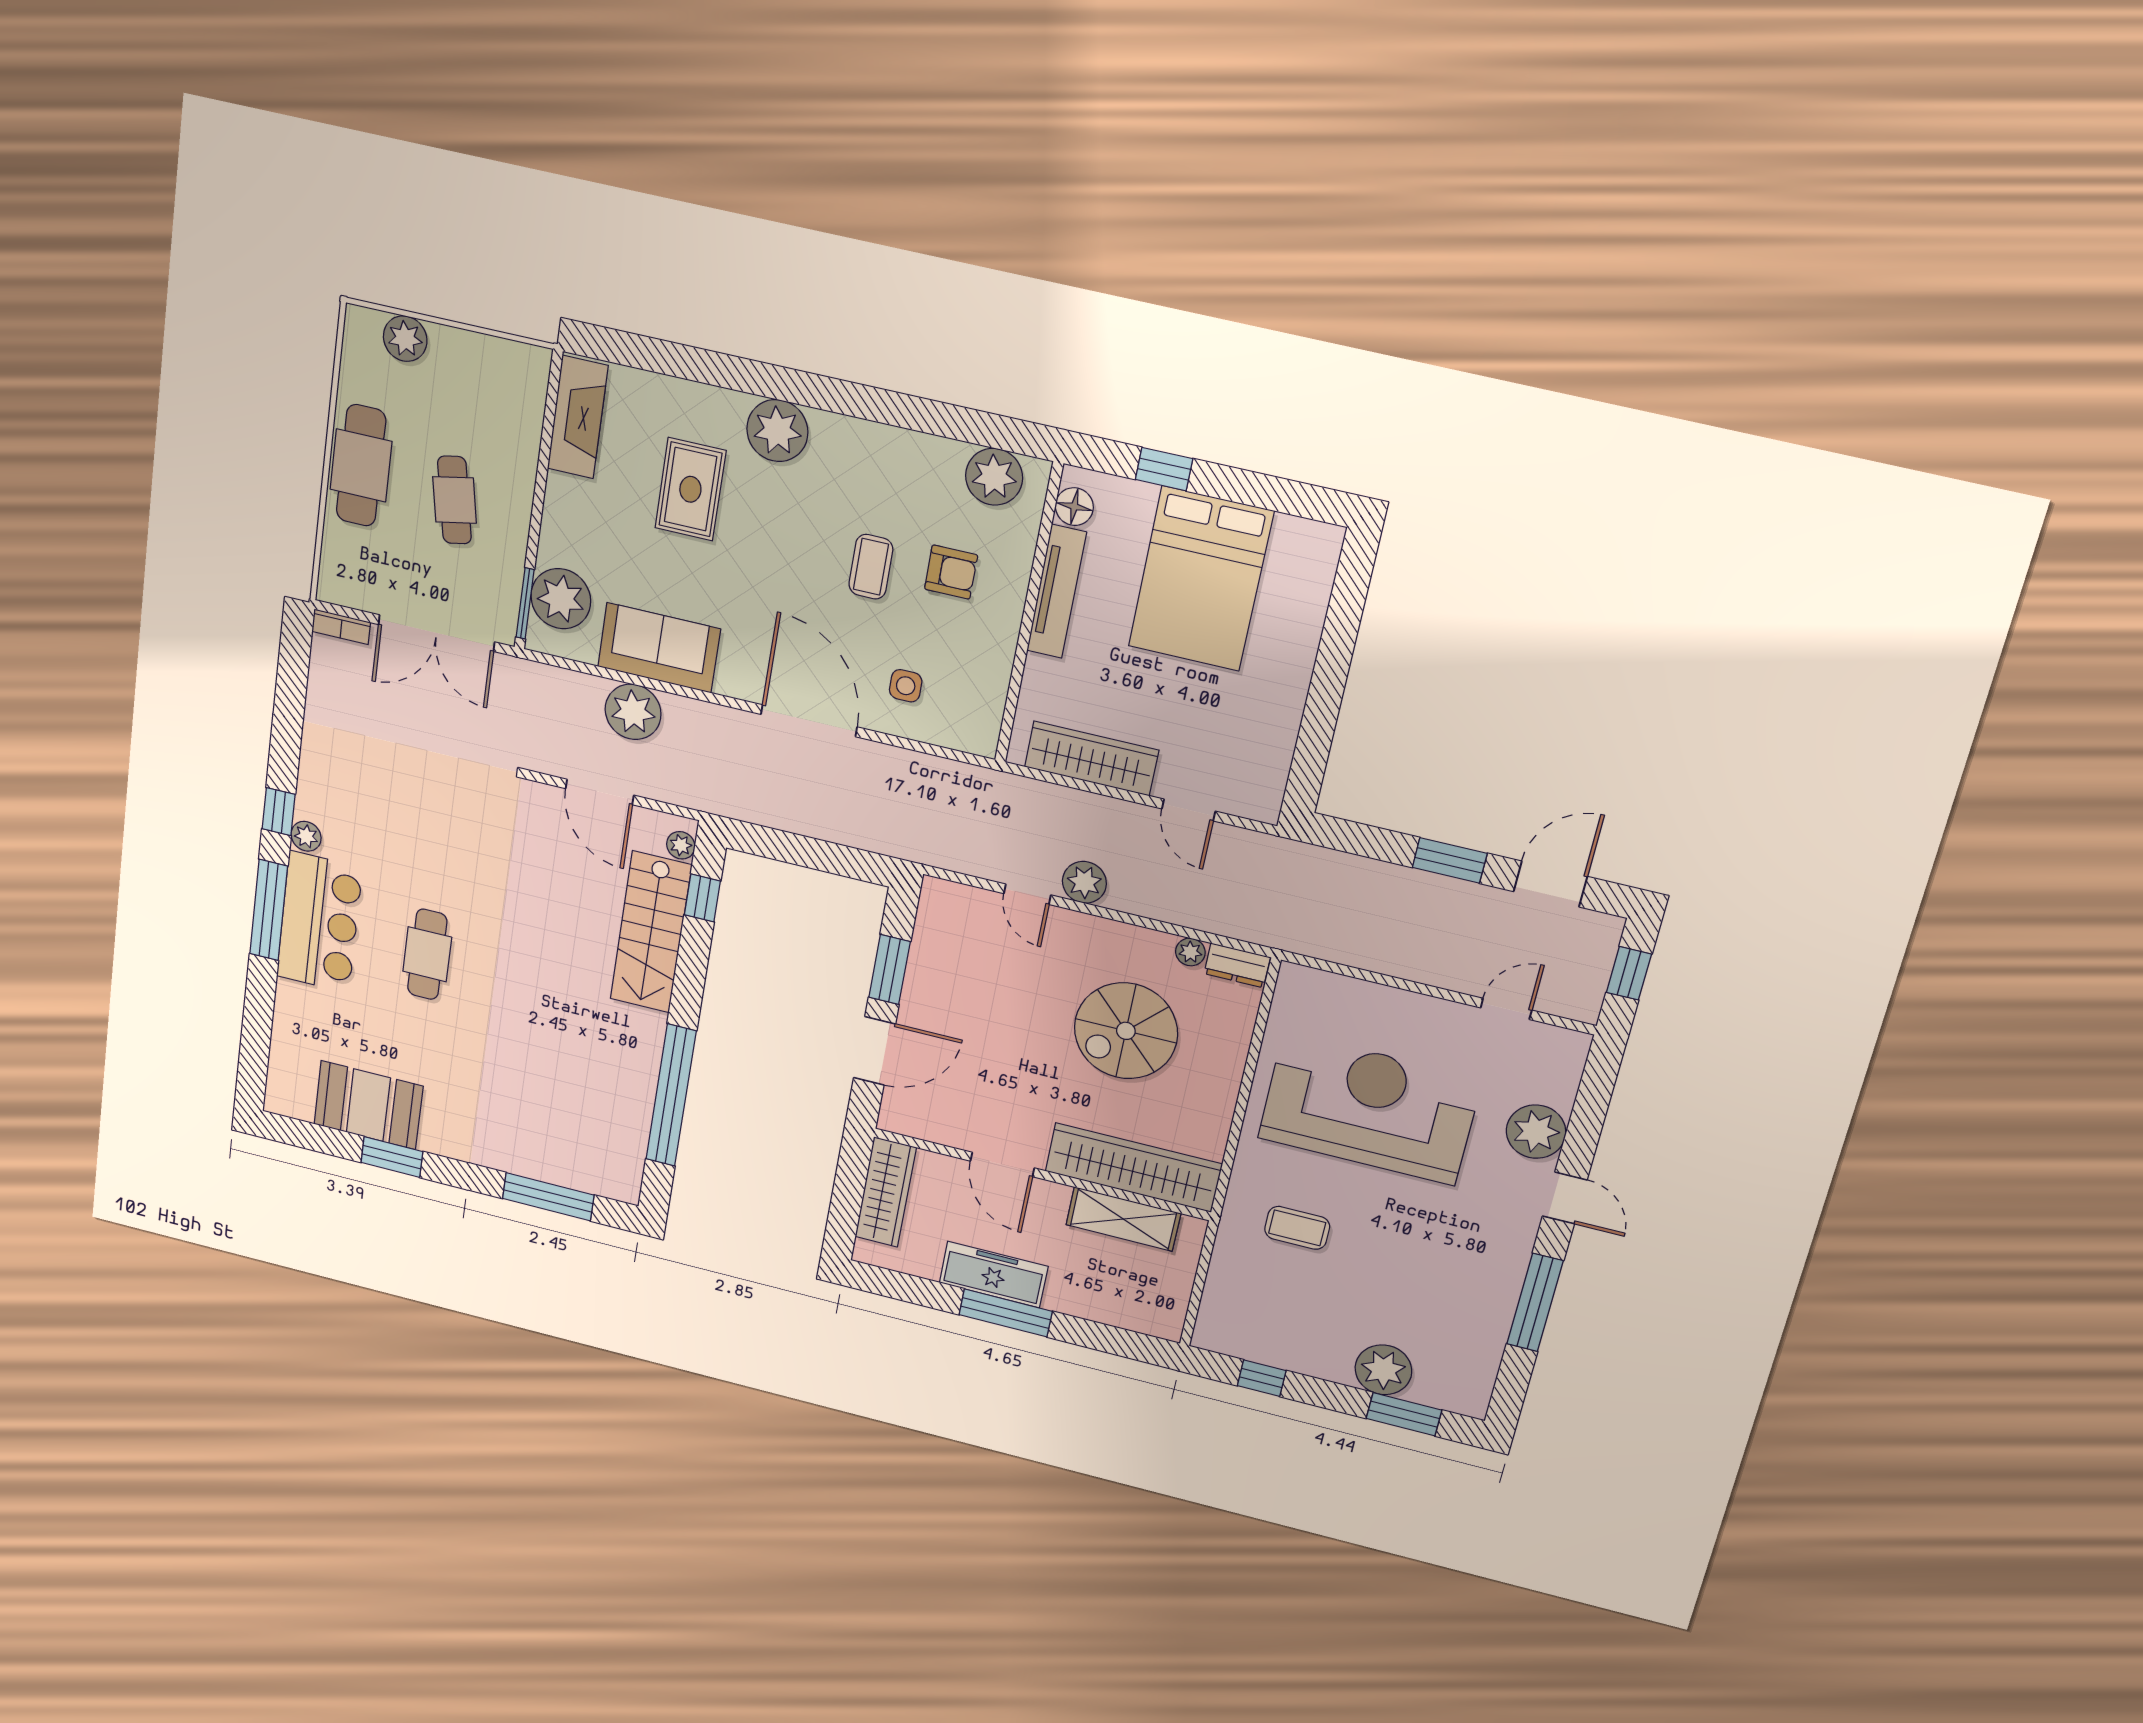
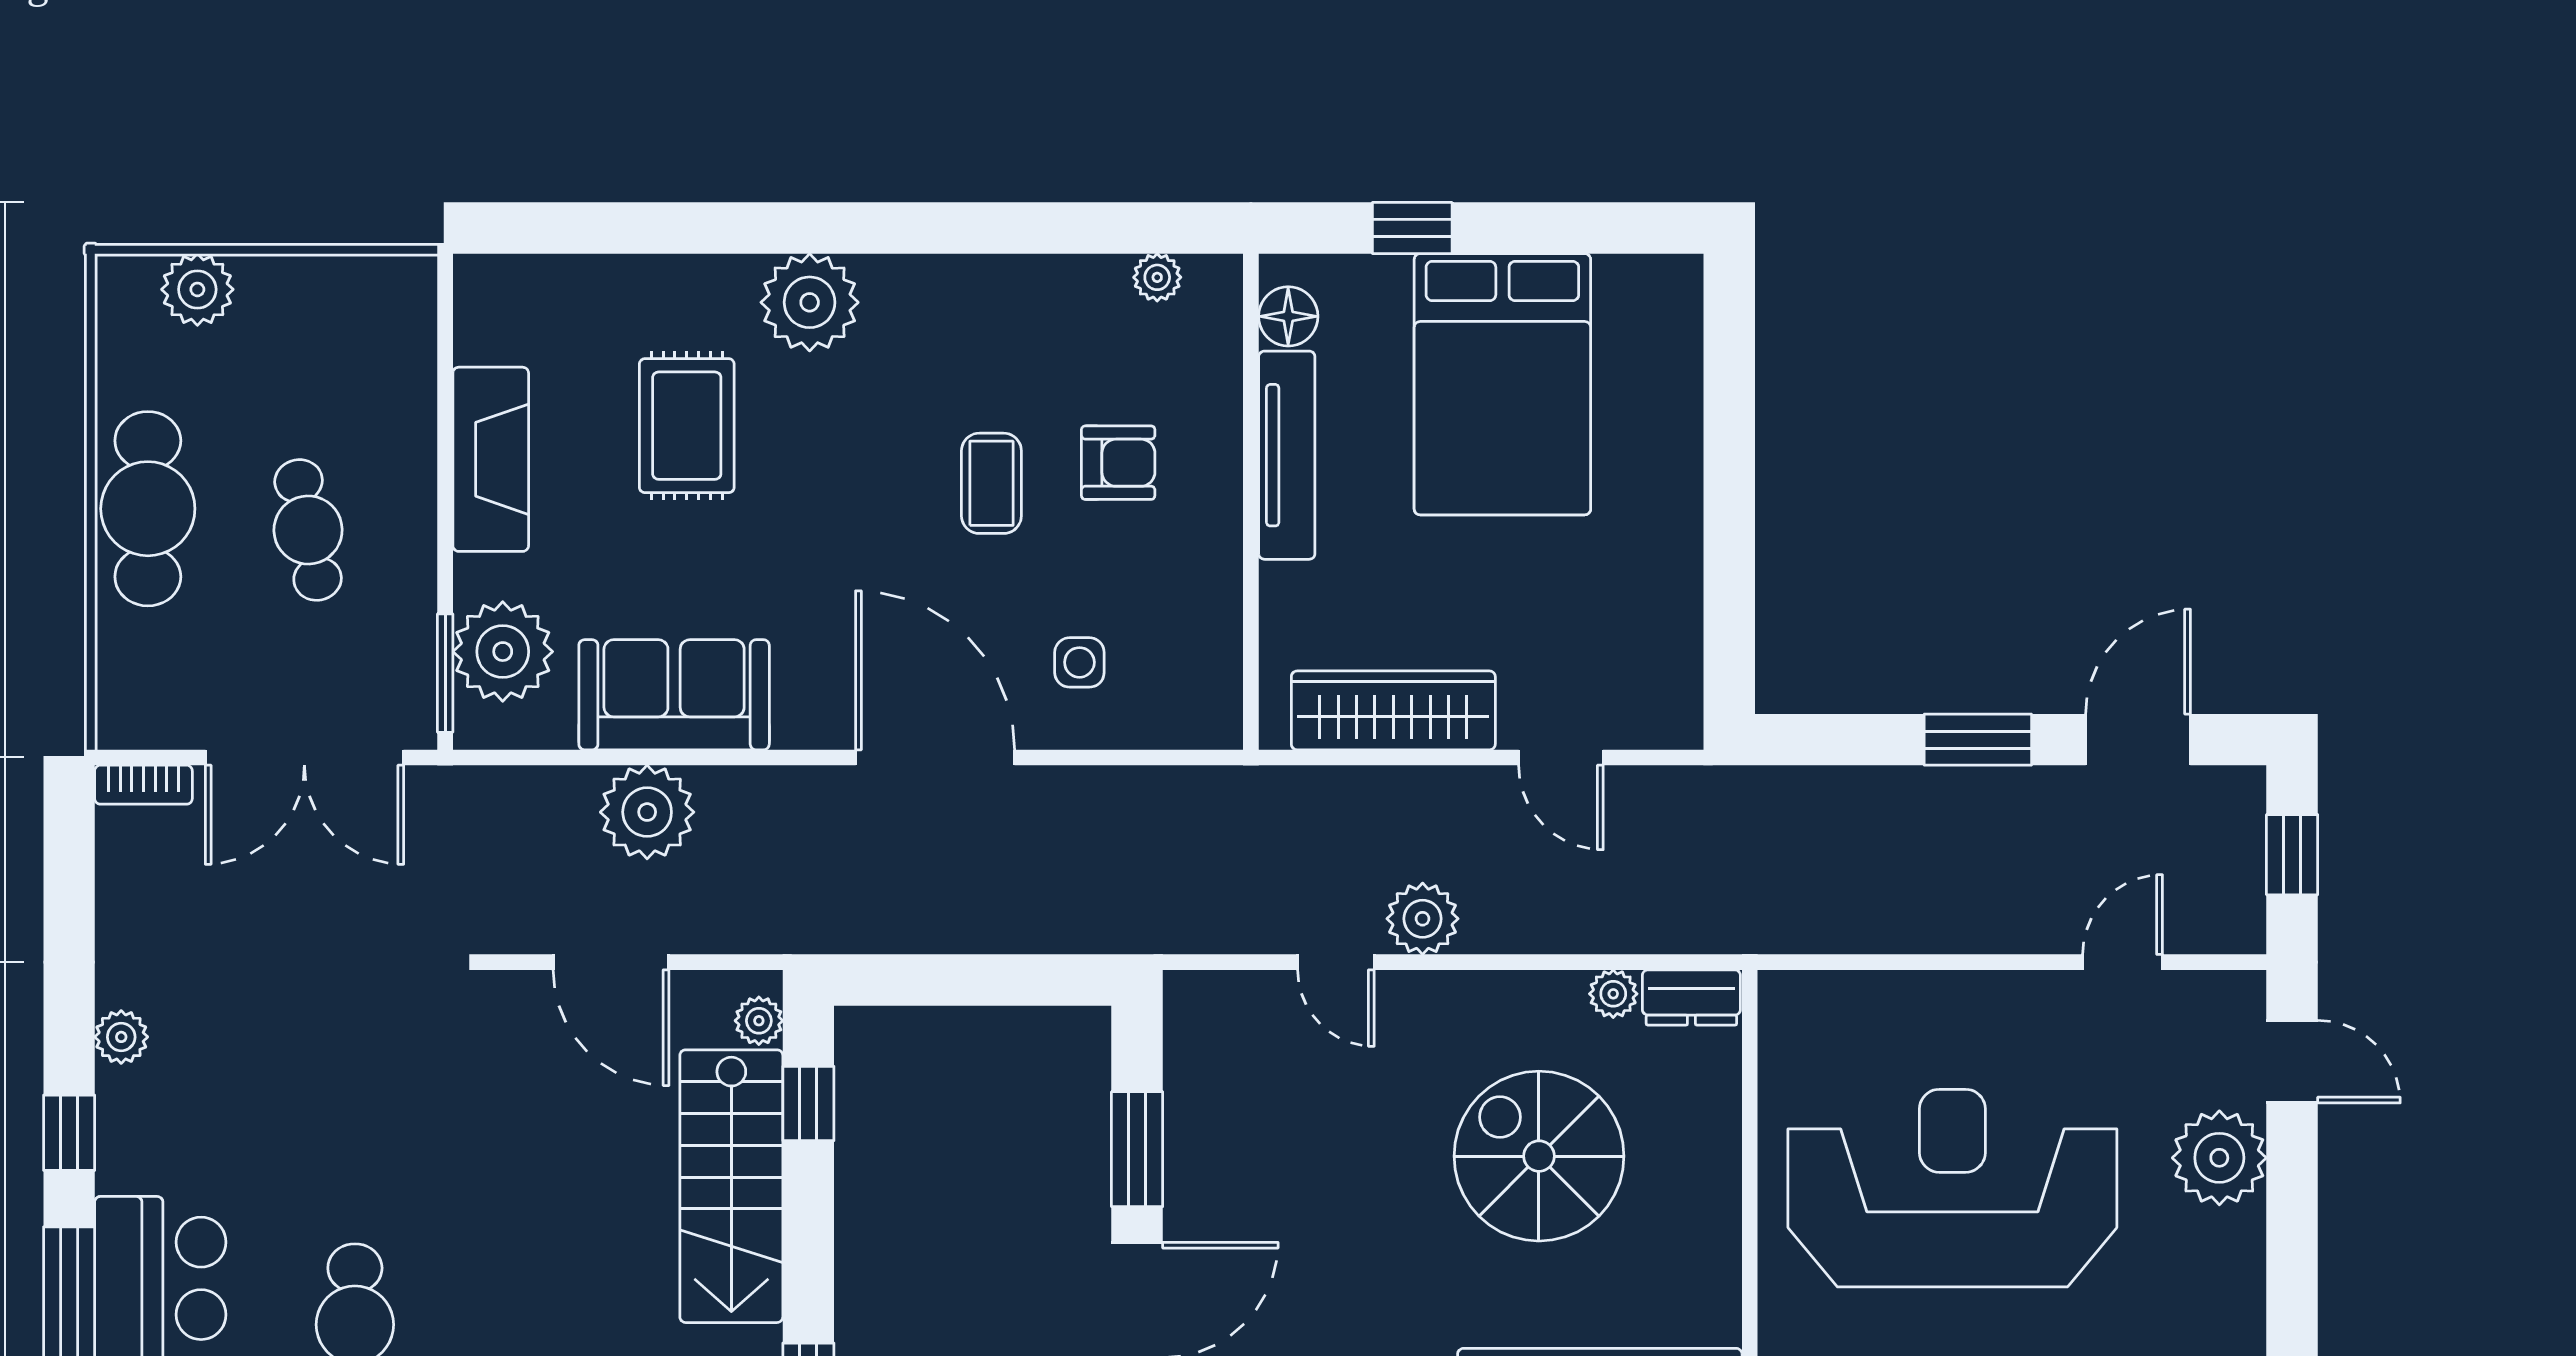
fireplace: (578, 417) -> (491, 459), moved
plant: (994, 477) -> (1157, 277), width x0.53, depth x0.53
plant: (306, 836) -> (121, 1037), moved
spiral stairs: (1126, 1031) -> (1539, 1156), turned 90
door: (1565, 1198) -> (2292, 1062), moved

